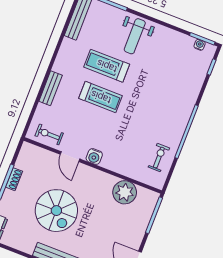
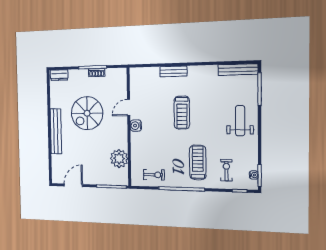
weight bench: (135, 36) -> (240, 121), turned 90
treadmill: (107, 66) -> (198, 162), moved
exercise bike: (49, 134) -> (226, 170), moved

